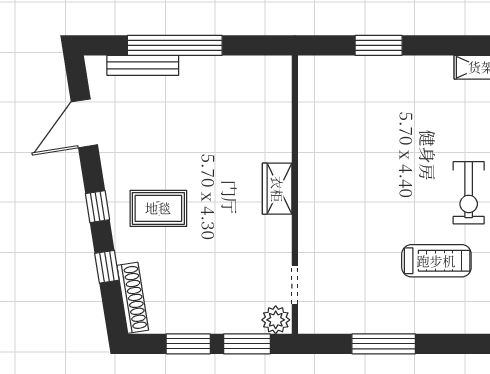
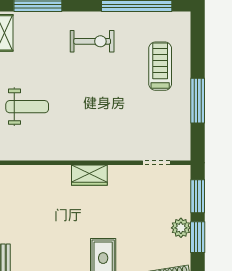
weight bench: (375, 100) -> (27, 107), added
treadmill: (436, 261) -> (160, 66), moved
plant: (276, 320) -> (181, 228), moved

